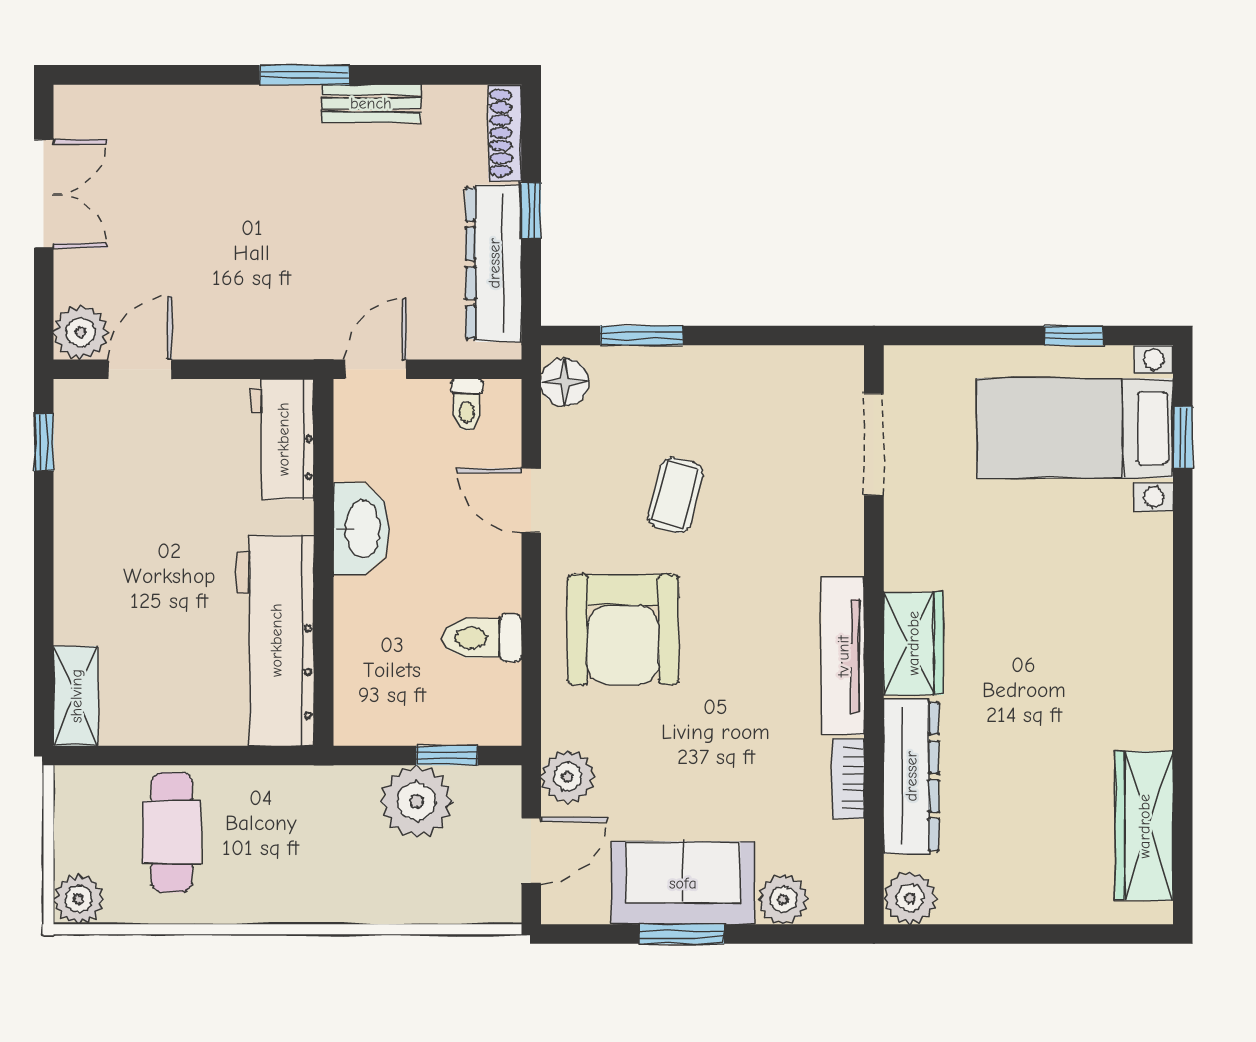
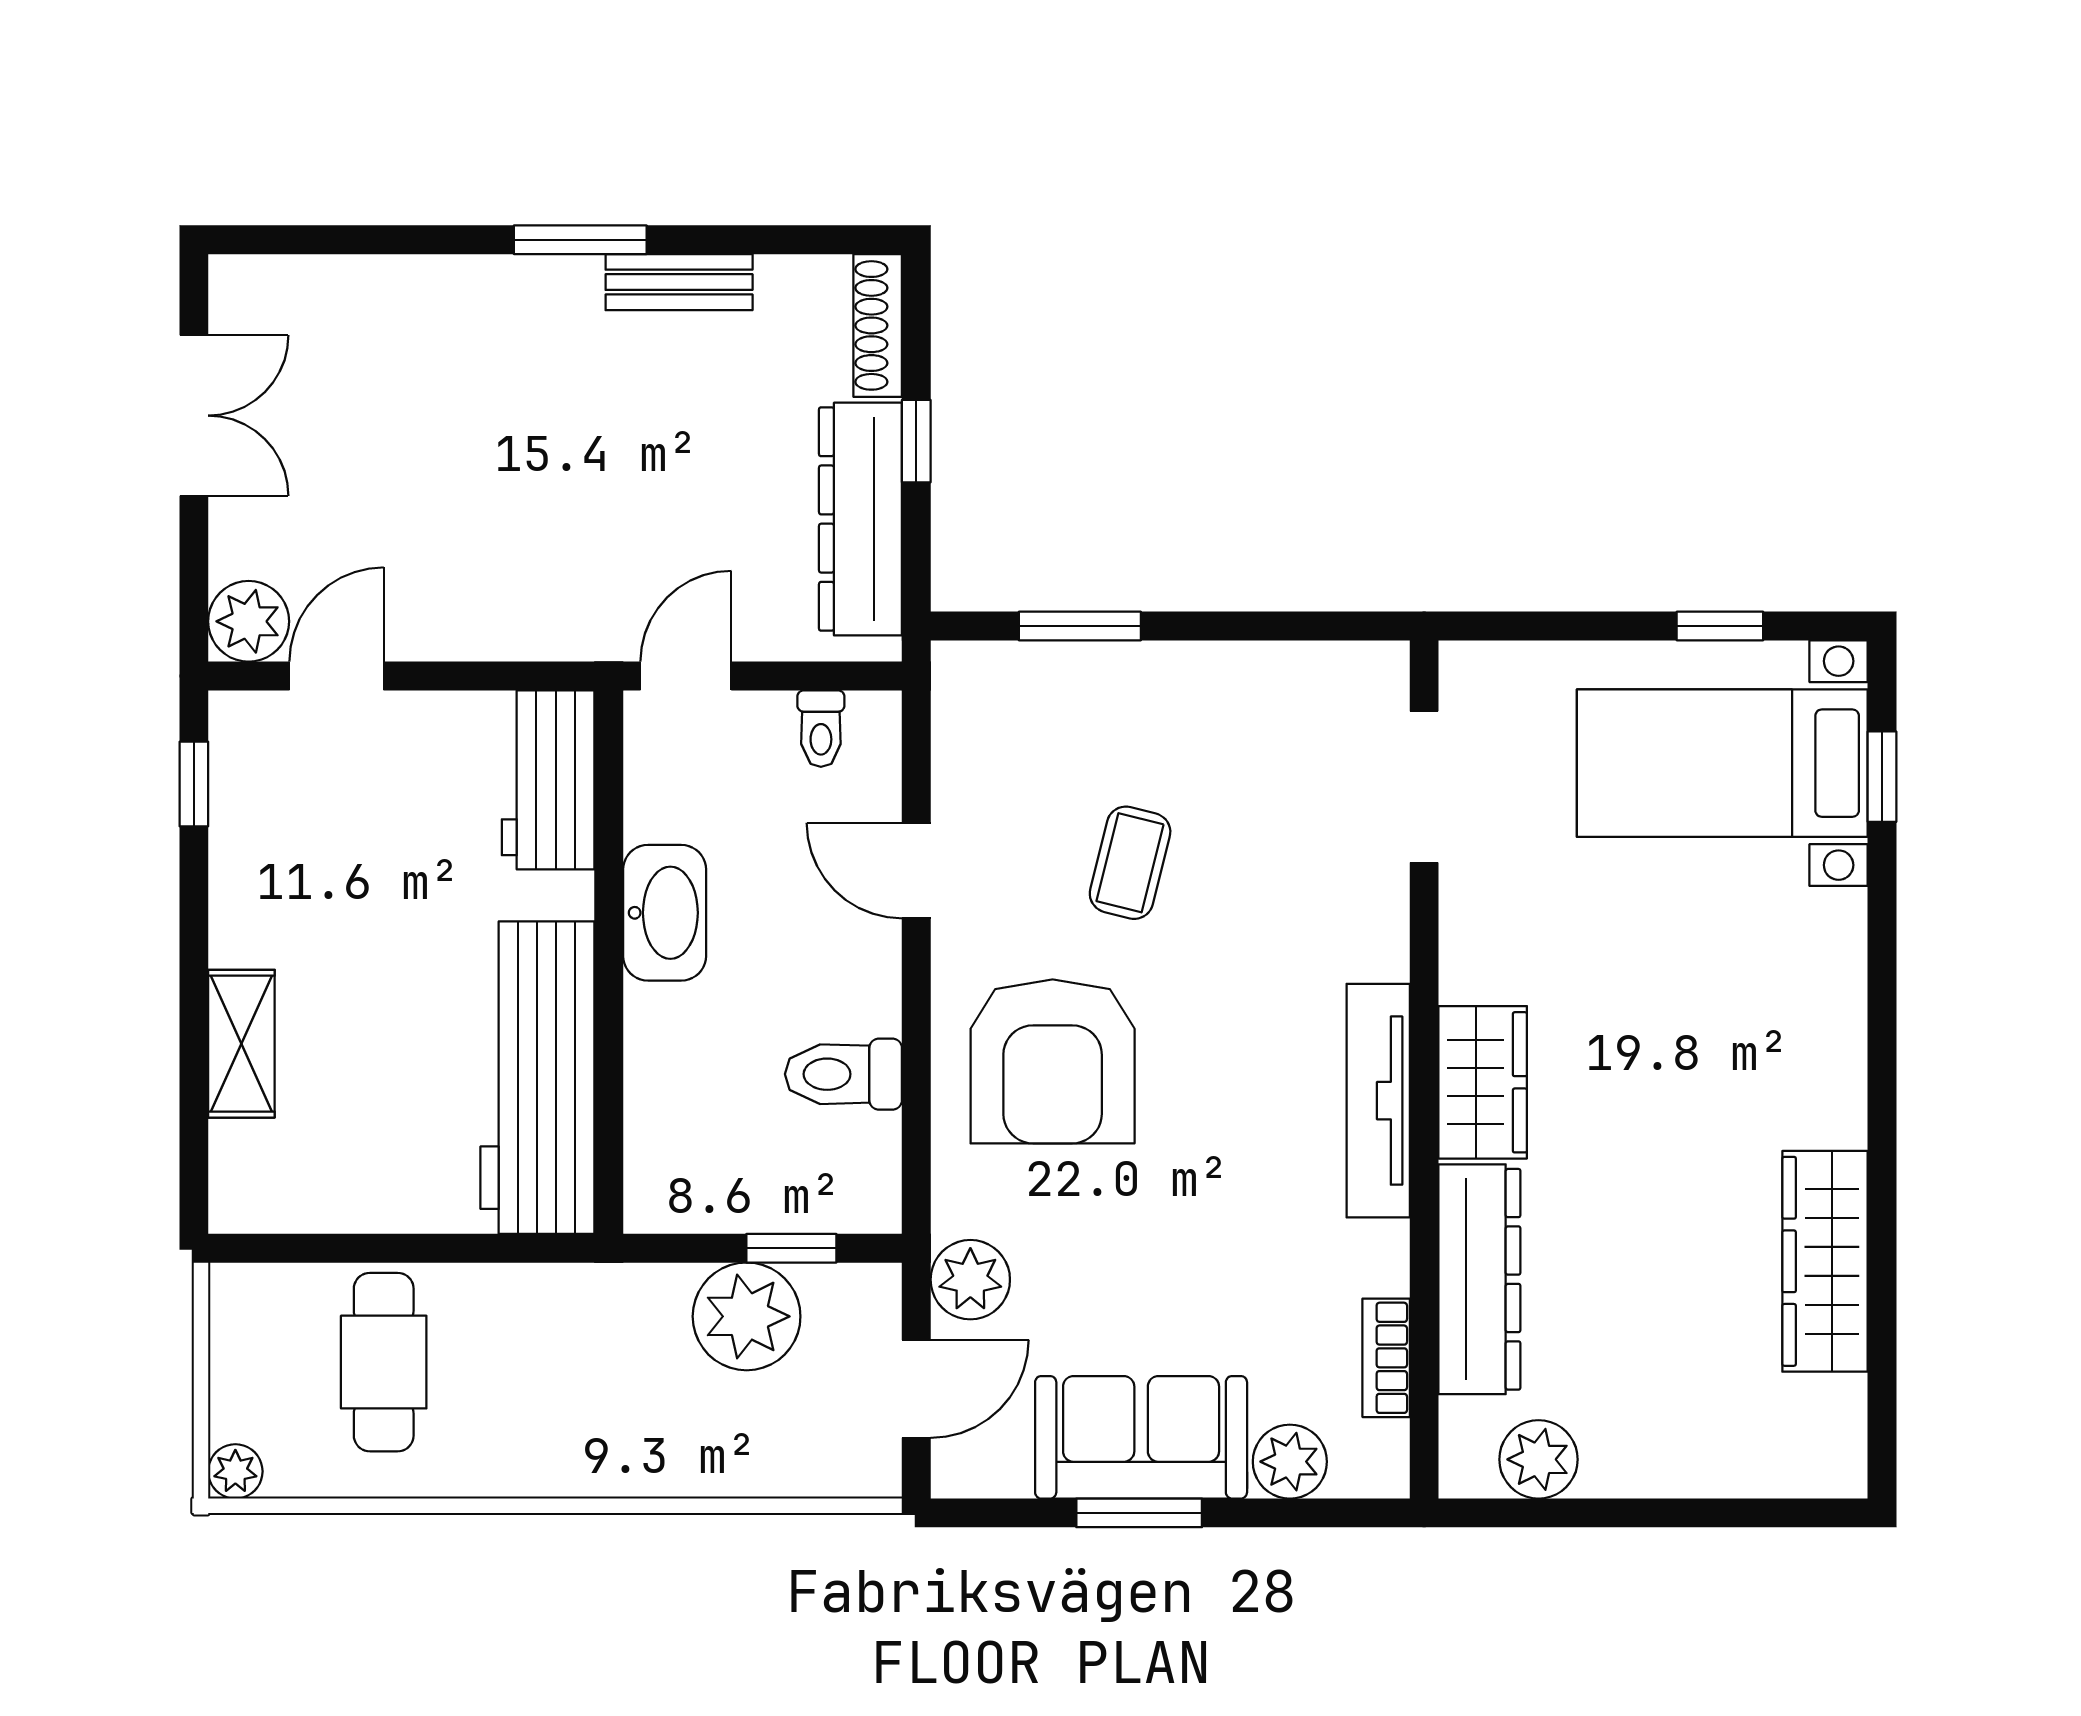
floor lamp: (565, 382) -> (966, 695), removed
shelving: (76, 696) -> (241, 1044), moved
bookcase: (848, 779) -> (1386, 1358), moved
wardrobe: (1144, 826) -> (1825, 1261), moved
plant: (910, 898) -> (1538, 1459), moved
plant: (79, 899) -> (235, 1471), width x0.73, depth x0.73

